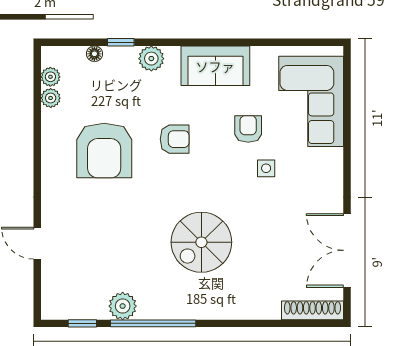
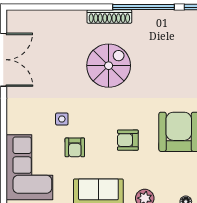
plant: (123, 306) -> (165, 20), removed
shoe rack: (313, 310) -> (109, 16), moved

